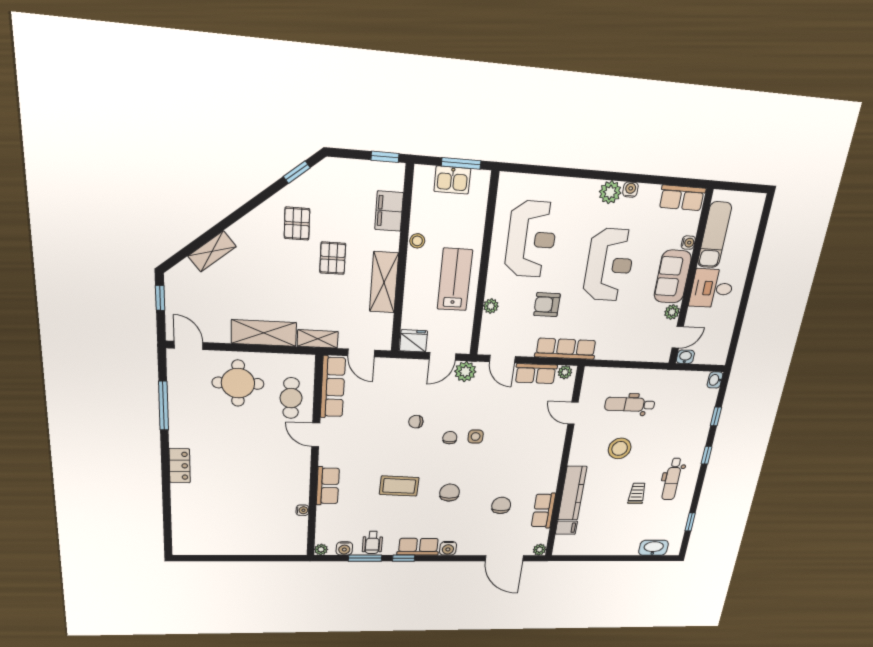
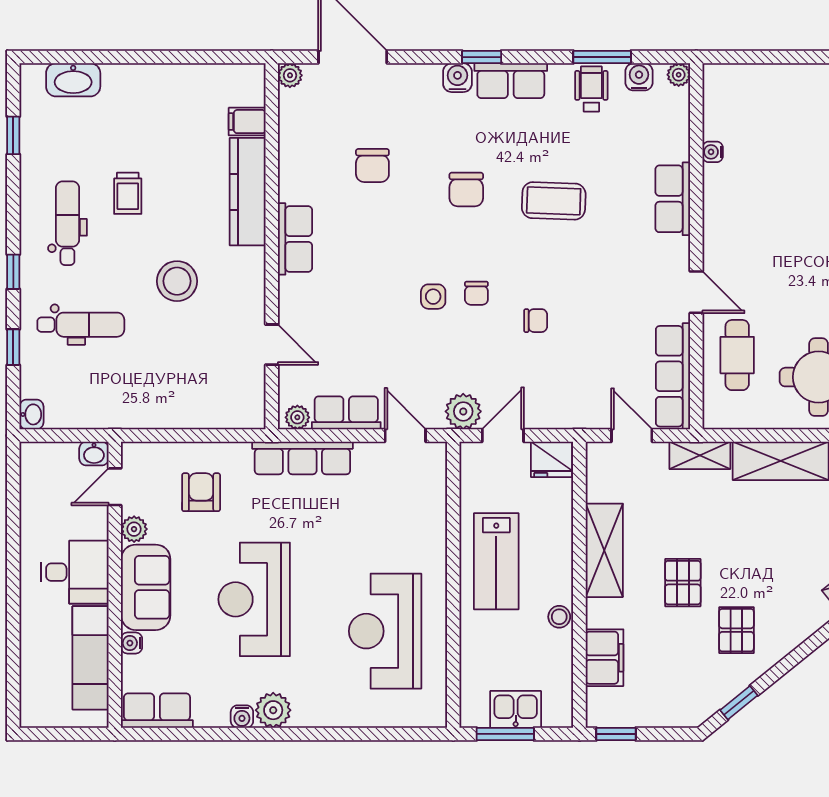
armchair: (547, 305) -> (201, 492), moved, turned -90
plant: (491, 306) -> (435, 523), removed
dental chair: (630, 404) -> (81, 325), moved
row of seats: (543, 511) -> (295, 239), moved
window: (404, 558) -> (482, 57), moved

